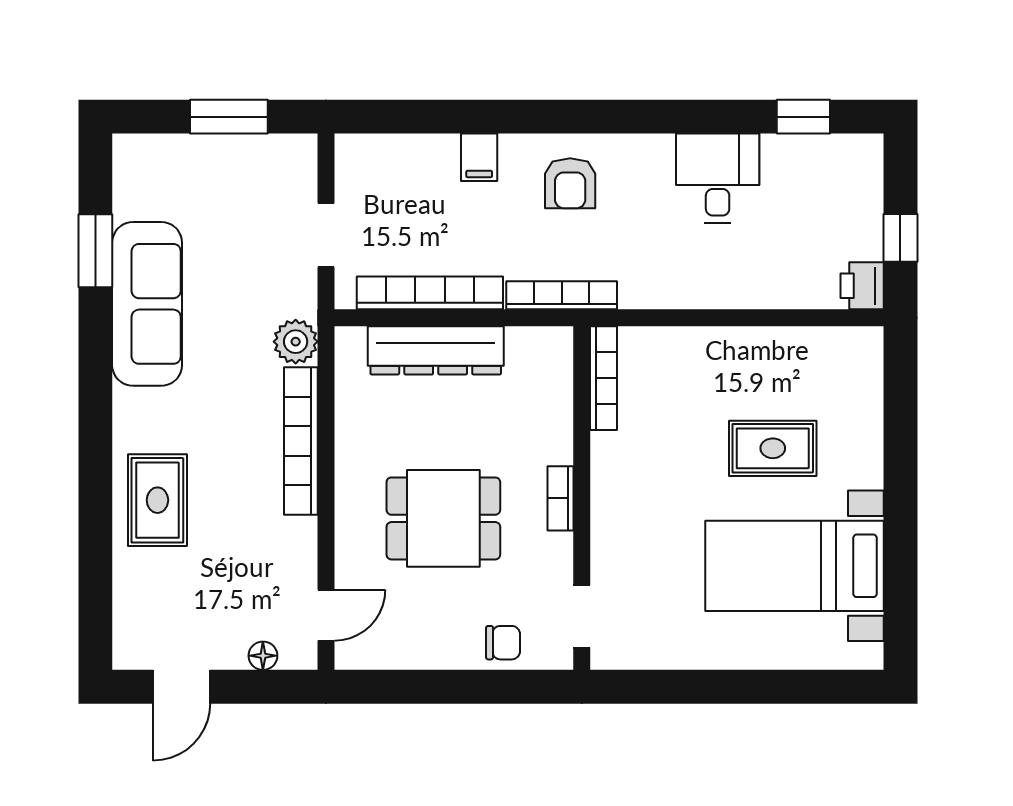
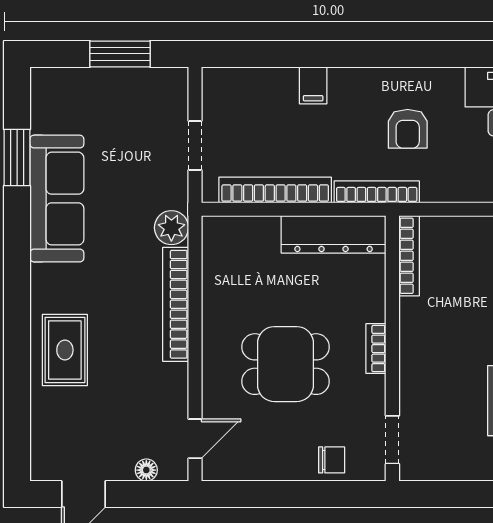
armchair: (570, 183) -> (408, 129), moved
dresser: (436, 350) -> (334, 234), moved

